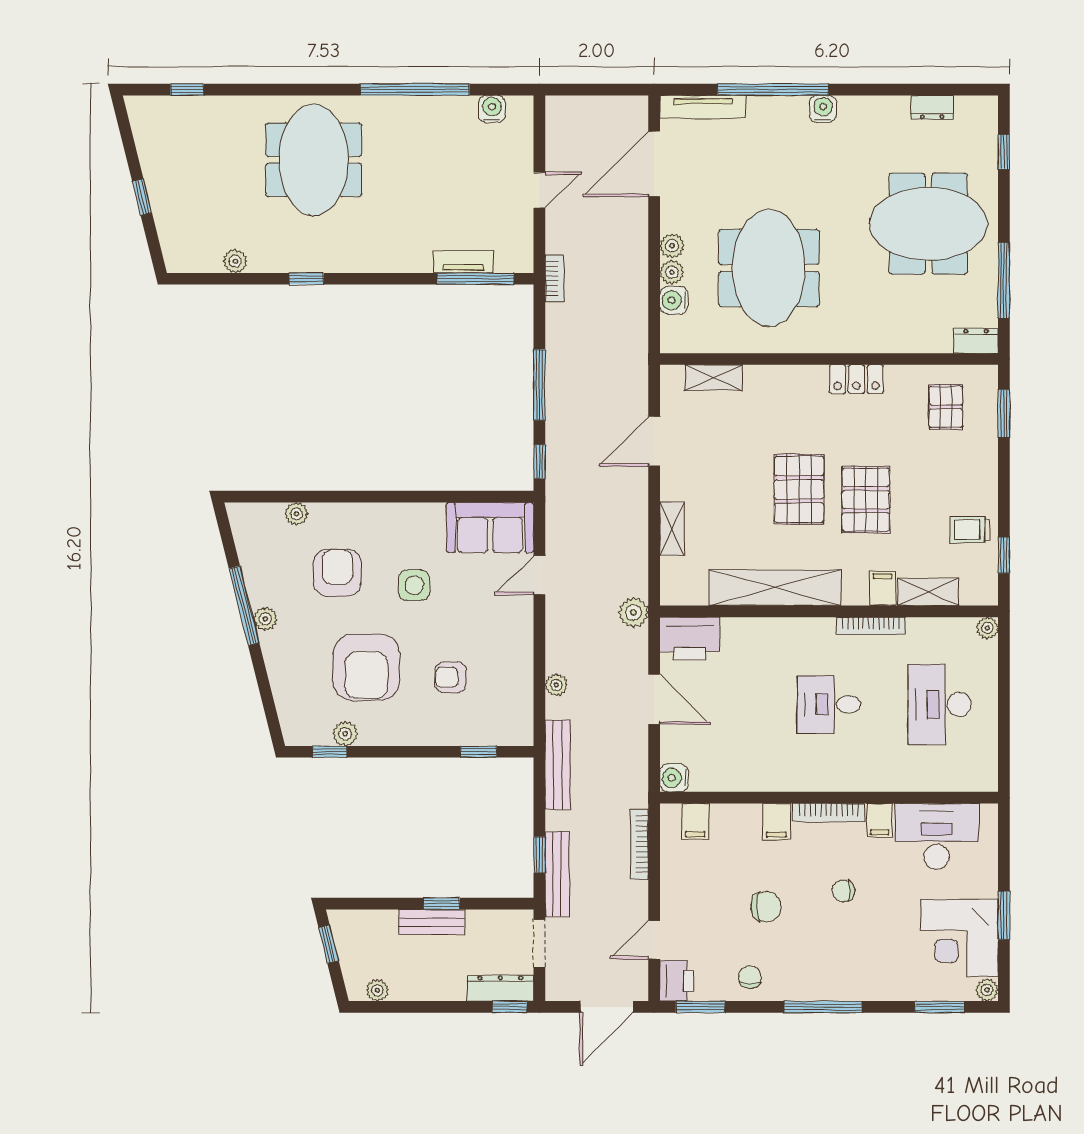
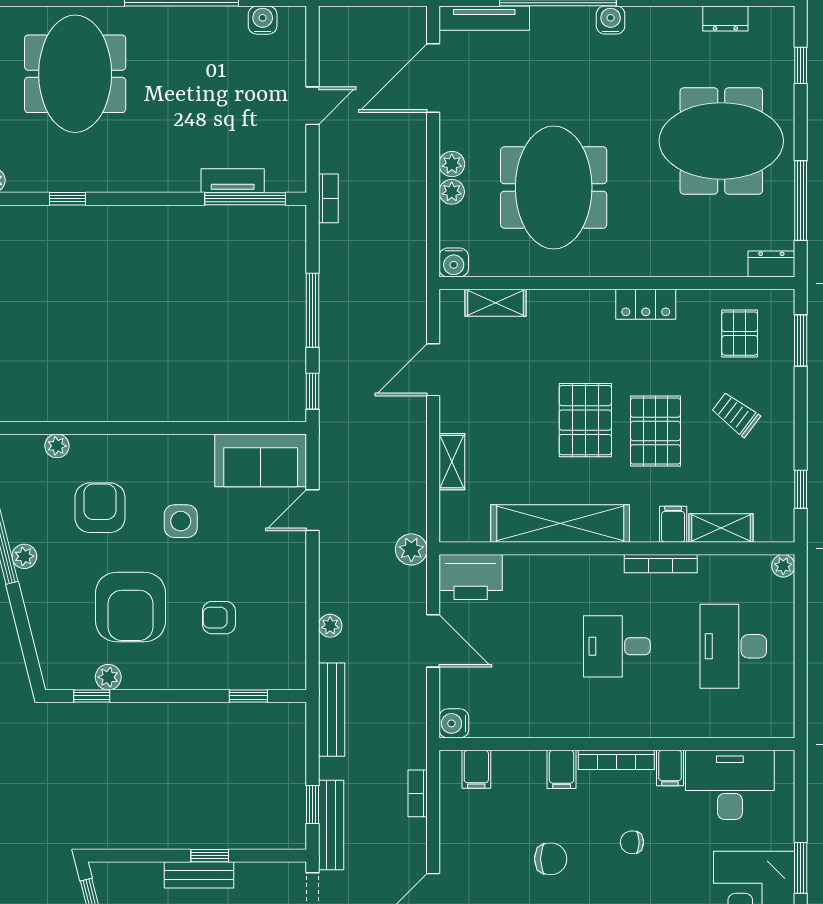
water cooler: (674, 300) -> (454, 262), moved, turned -90
trolley: (970, 530) -> (736, 414), moved, turned 37
bookcase: (639, 844) -> (418, 793), width x0.64

